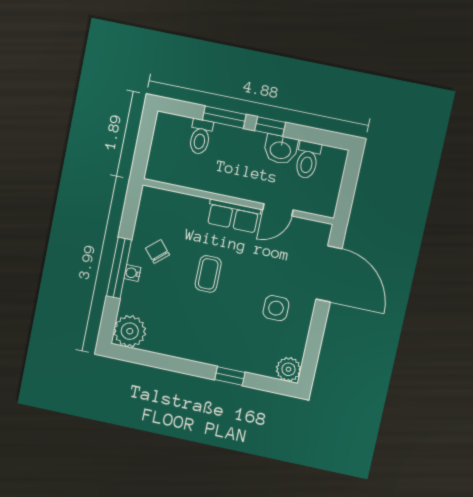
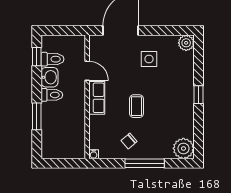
window: (270, 127) -> (37, 57), moved
toilet: (200, 137) -> (52, 95), moved
water cooler: (132, 273) -> (94, 154), moved
coffee table: (208, 274) -> (136, 106), turned 90
window: (230, 376) -> (198, 95), moved

